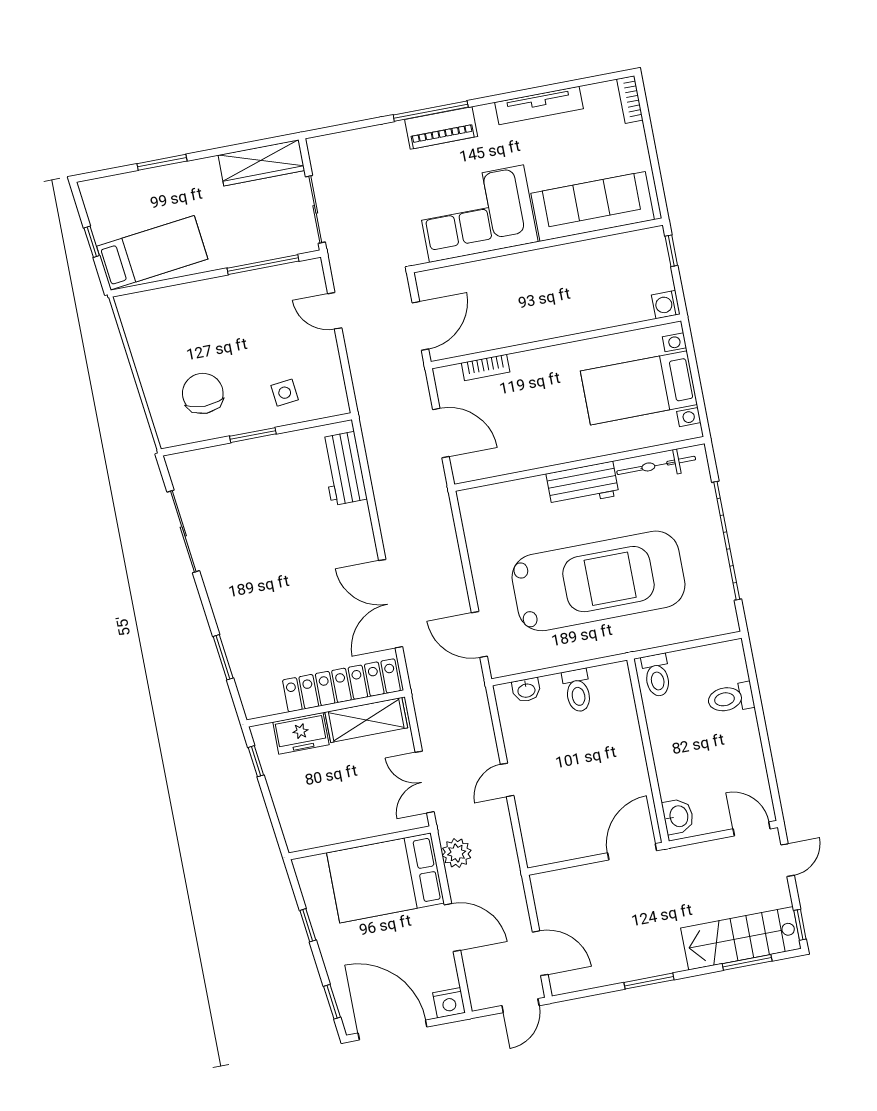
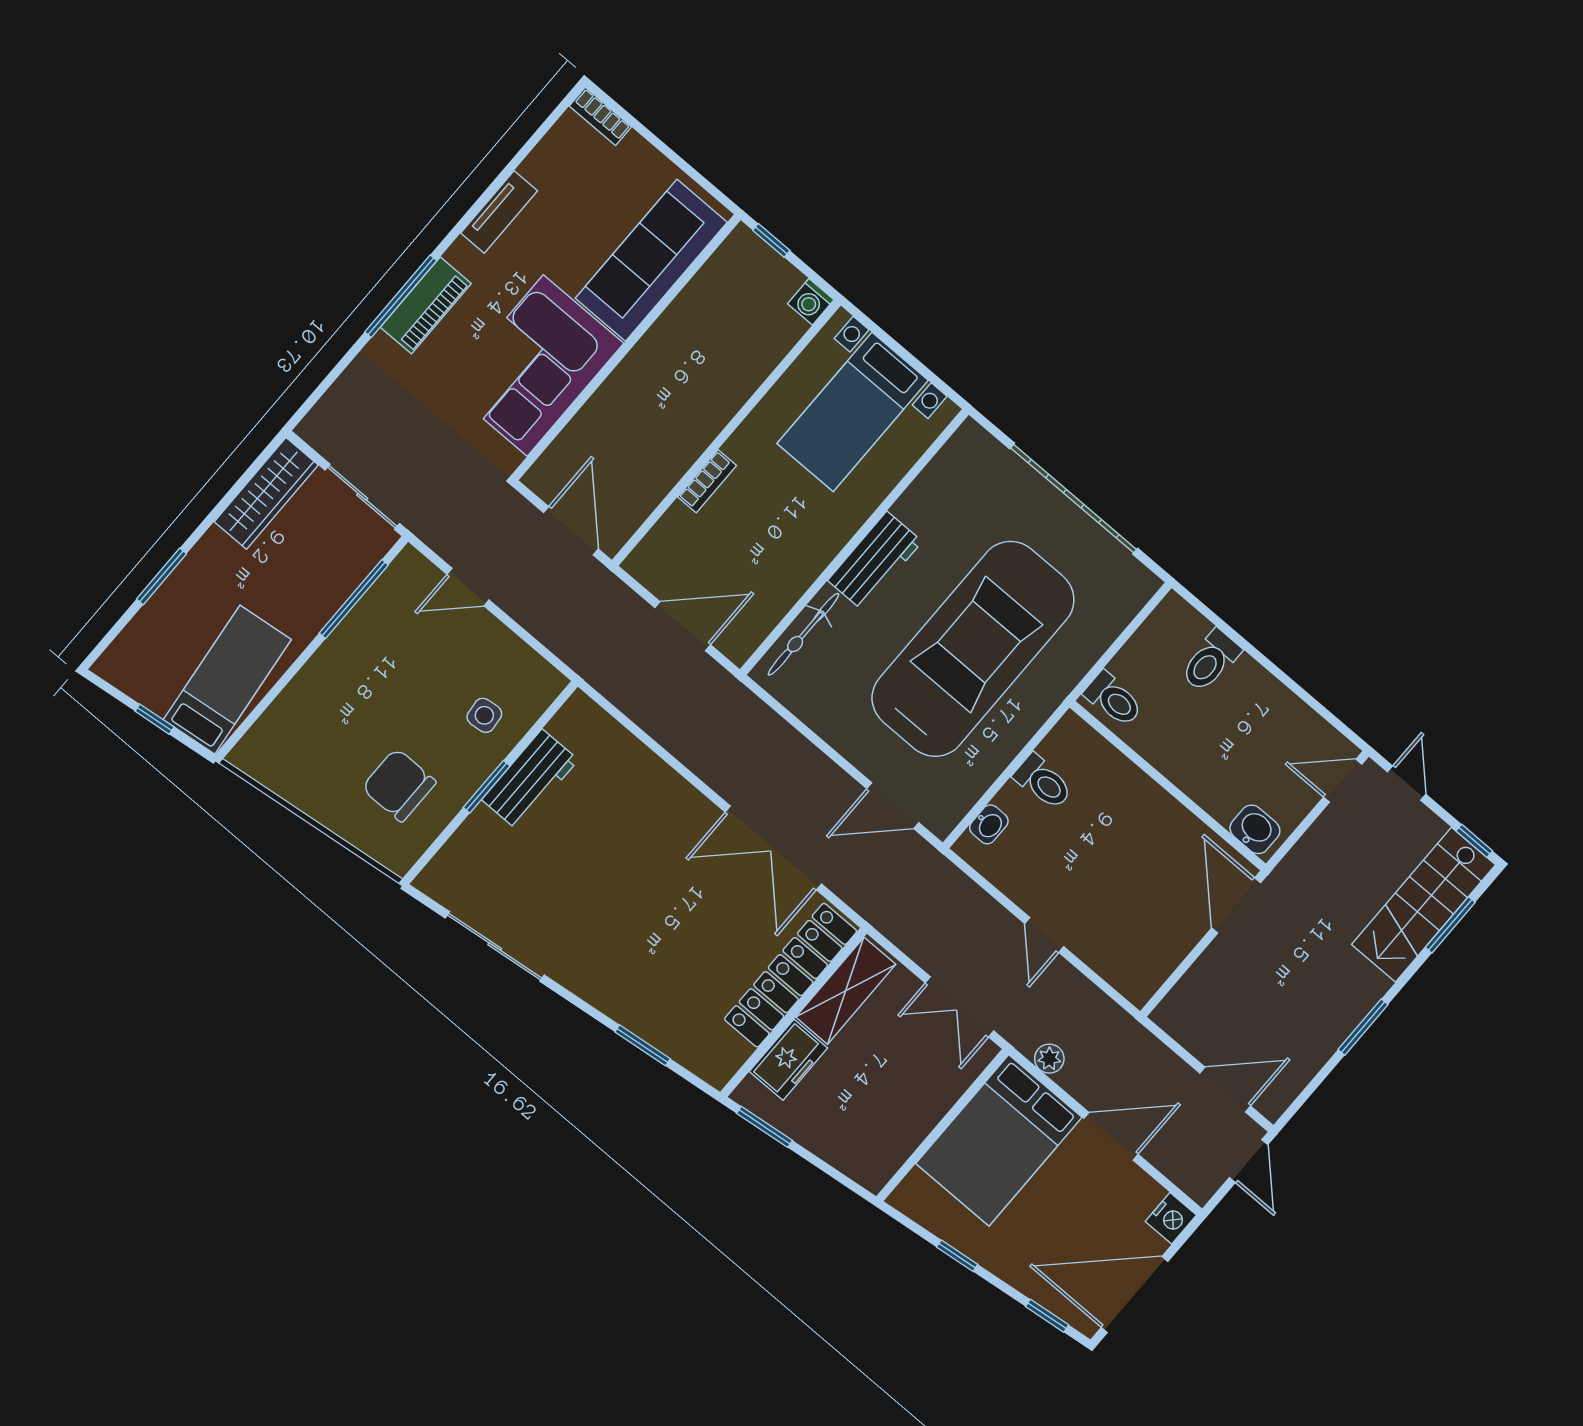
tv unit: (539, 106) -> (499, 212), width x0.71
bookcase: (486, 367) -> (707, 481), moved
bicycle: (656, 465) -> (804, 634), moved
workbench: (343, 469) -> (530, 780), moved, turned -90
window: (256, 761) -> (765, 1127), width x1.50
plant: (457, 853) -> (1049, 1059), width x0.73, depth x0.73

